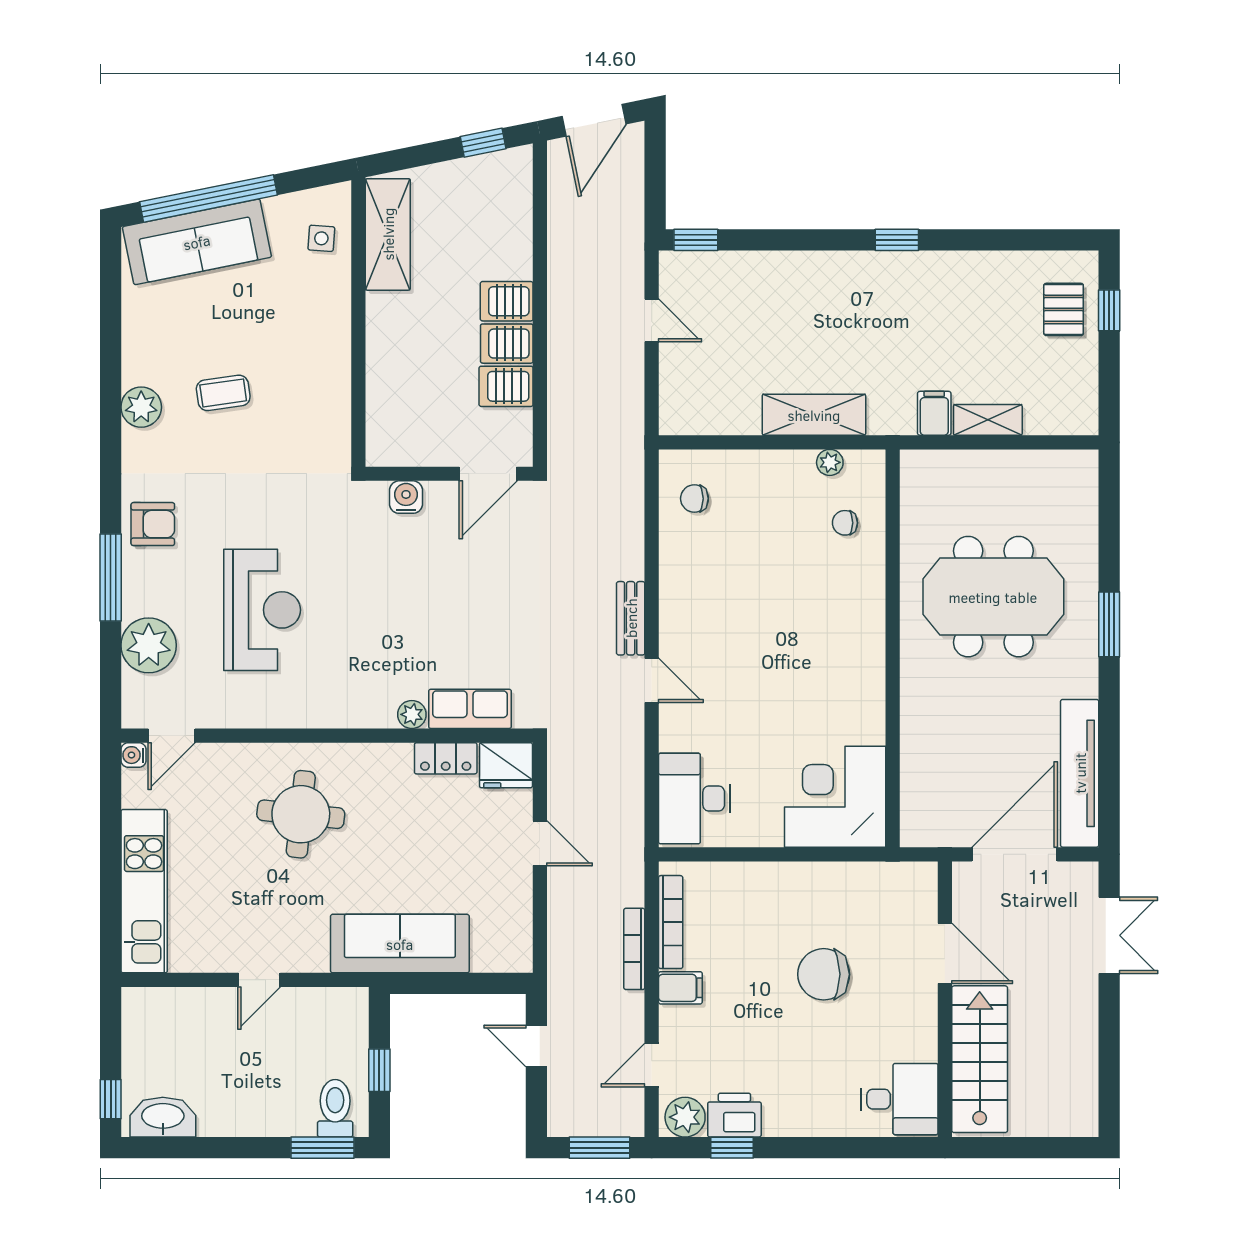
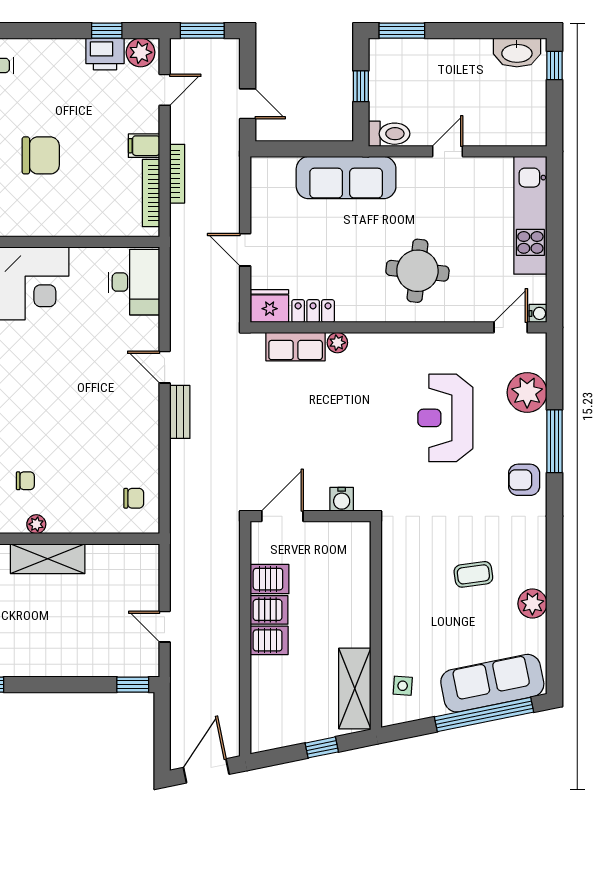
window: (483, 143) -> (322, 747), moved
plant: (141, 407) -> (532, 604), moved
toilet: (335, 1108) -> (389, 134), moved, turned -90

